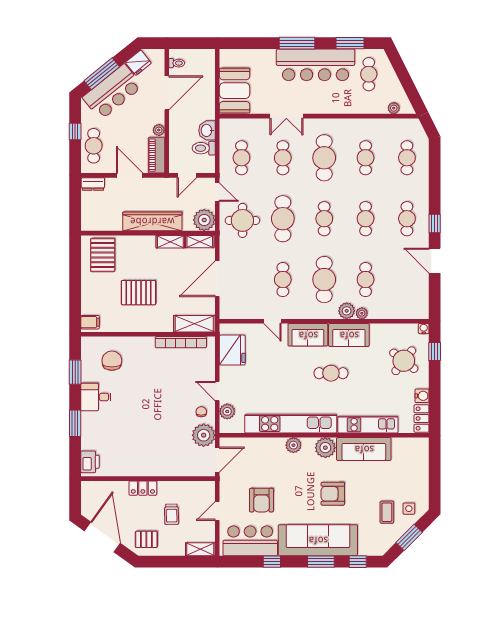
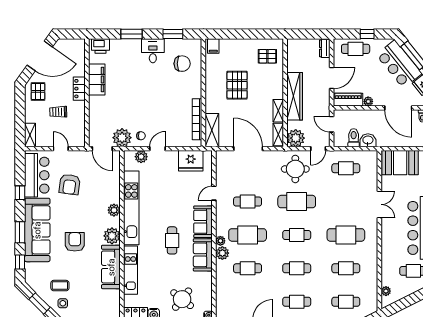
double door: (286, 116) -> (379, 204), swing flipped
cafe table: (283, 158) -> (346, 202), removed
pallet: (103, 255) -> (267, 56), width x0.67, depth x0.71
plant: (362, 313) -> (220, 241), moved
filing cabinet: (132, 466) -> (97, 80), added
armchair: (261, 500) -> (70, 184), turned -82

